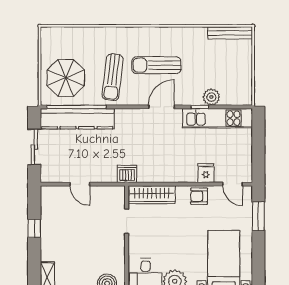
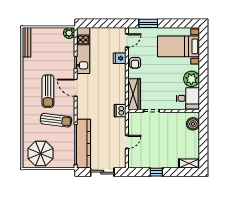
parasol: (66, 78) -> (40, 154), moved
plant: (211, 97) -> (69, 33), moved

